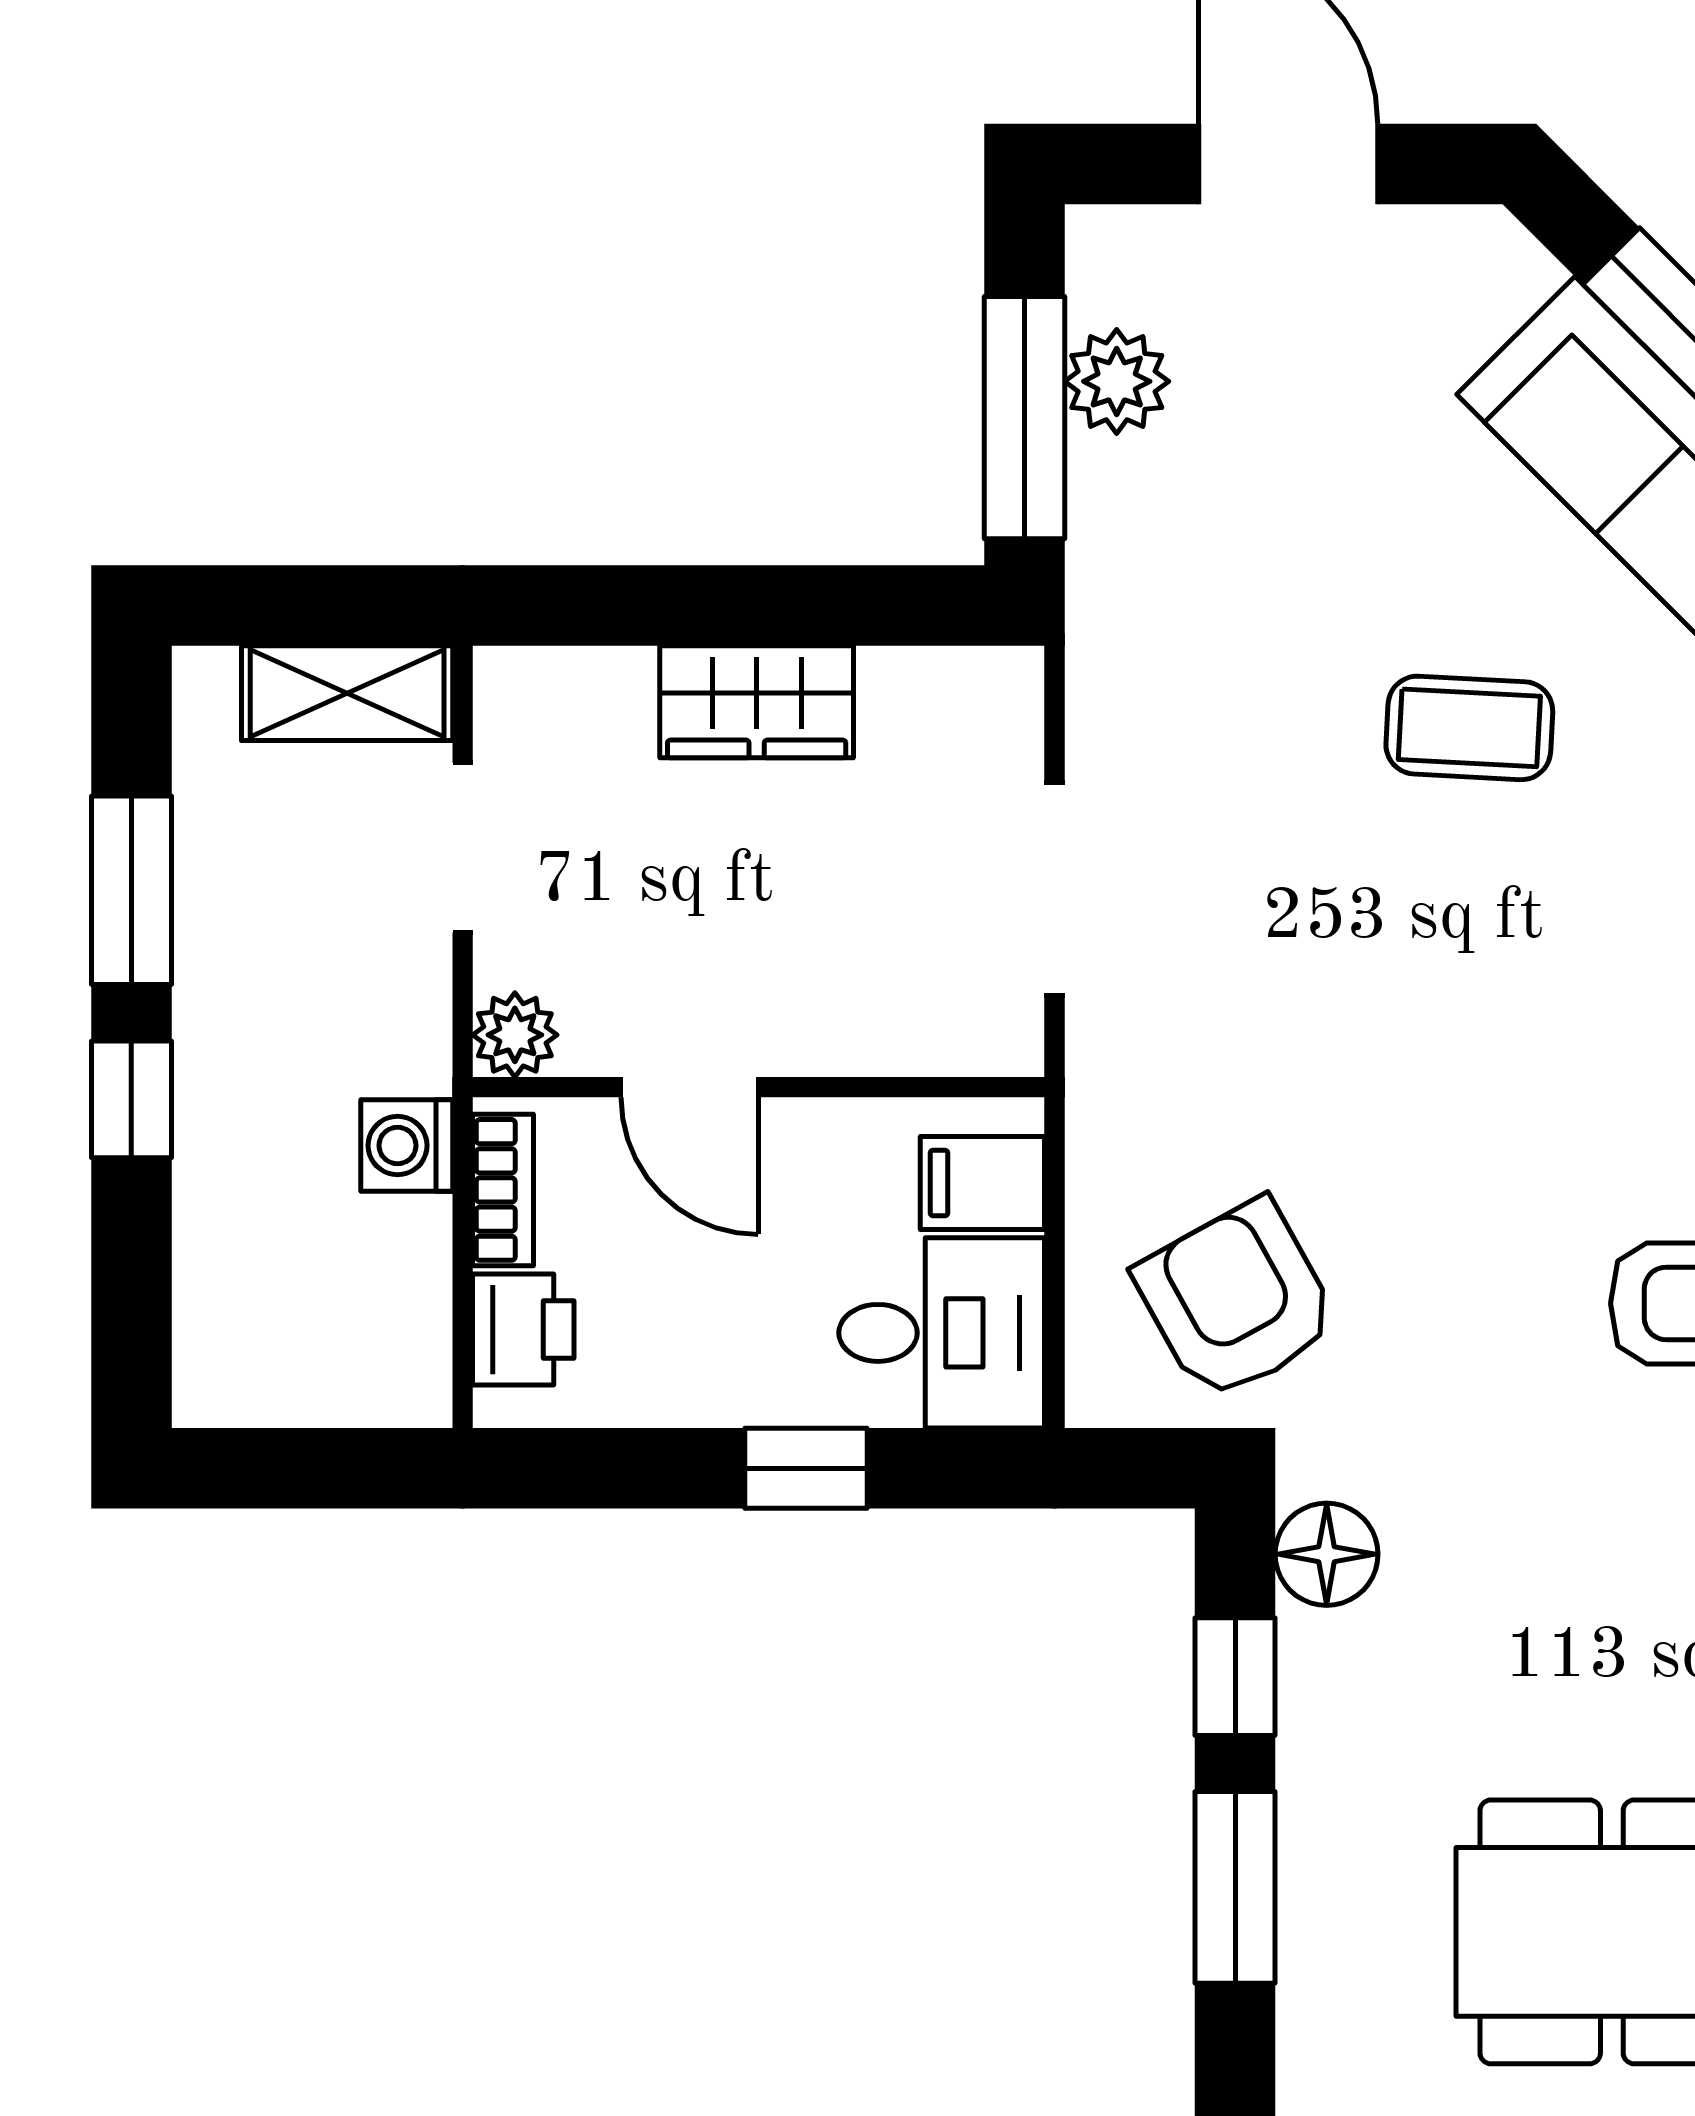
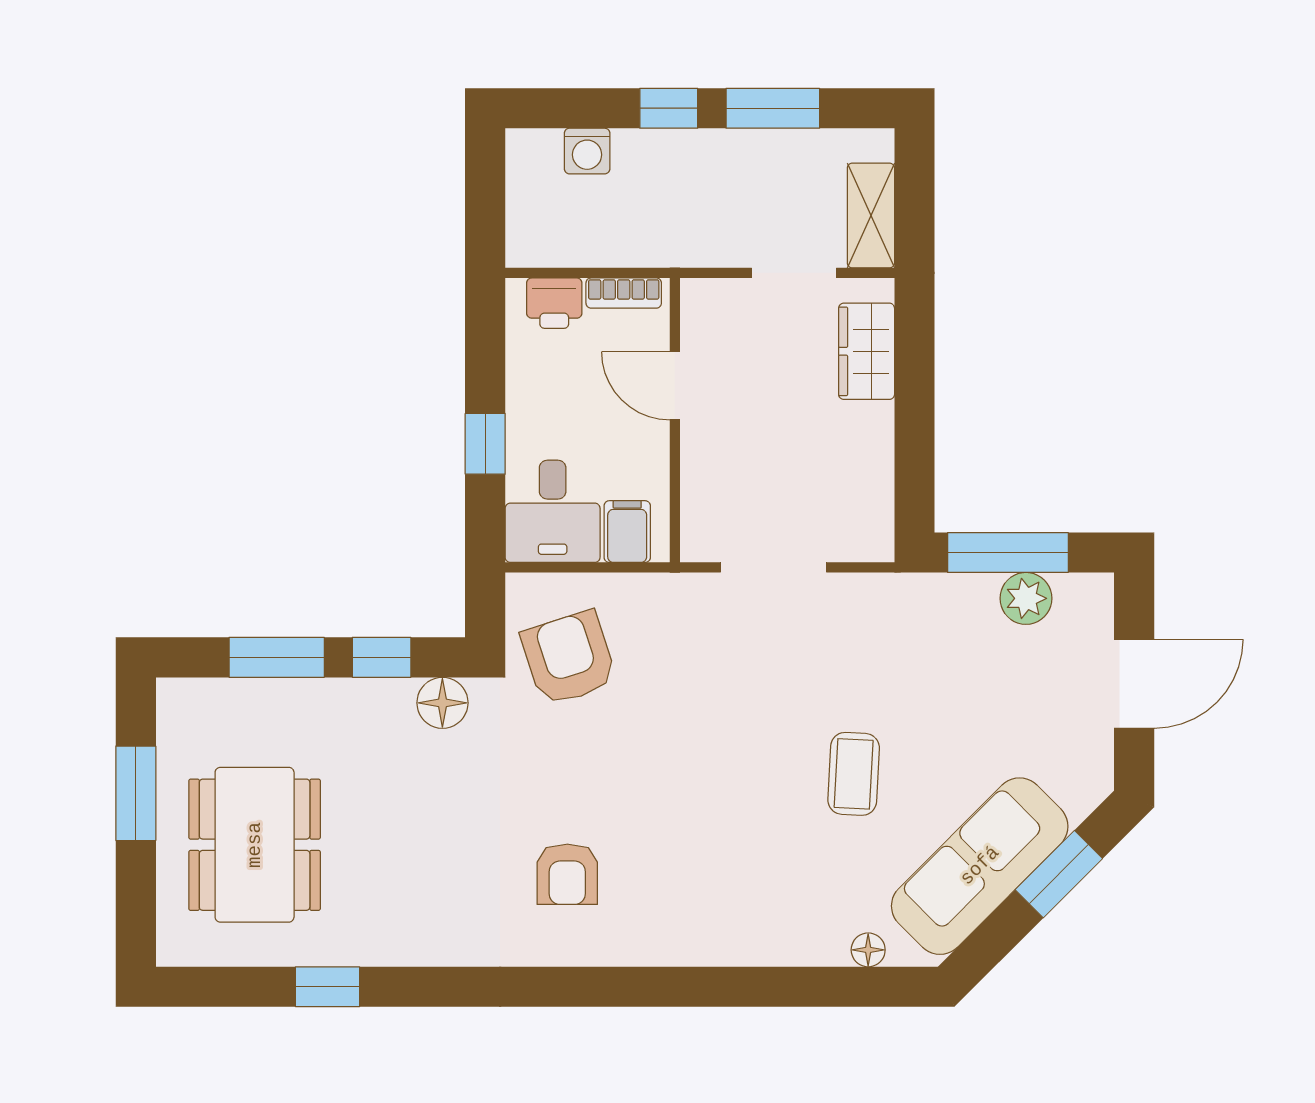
wardrobe: (757, 702) -> (867, 351), moved
plant: (515, 1035) -> (701, 299), removed
door: (689, 1087) -> (675, 386), hinge flipped
washing machine: (407, 1146) -> (587, 151), moved, turned 180
armchair: (1237, 1300) -> (569, 658), turned -79

